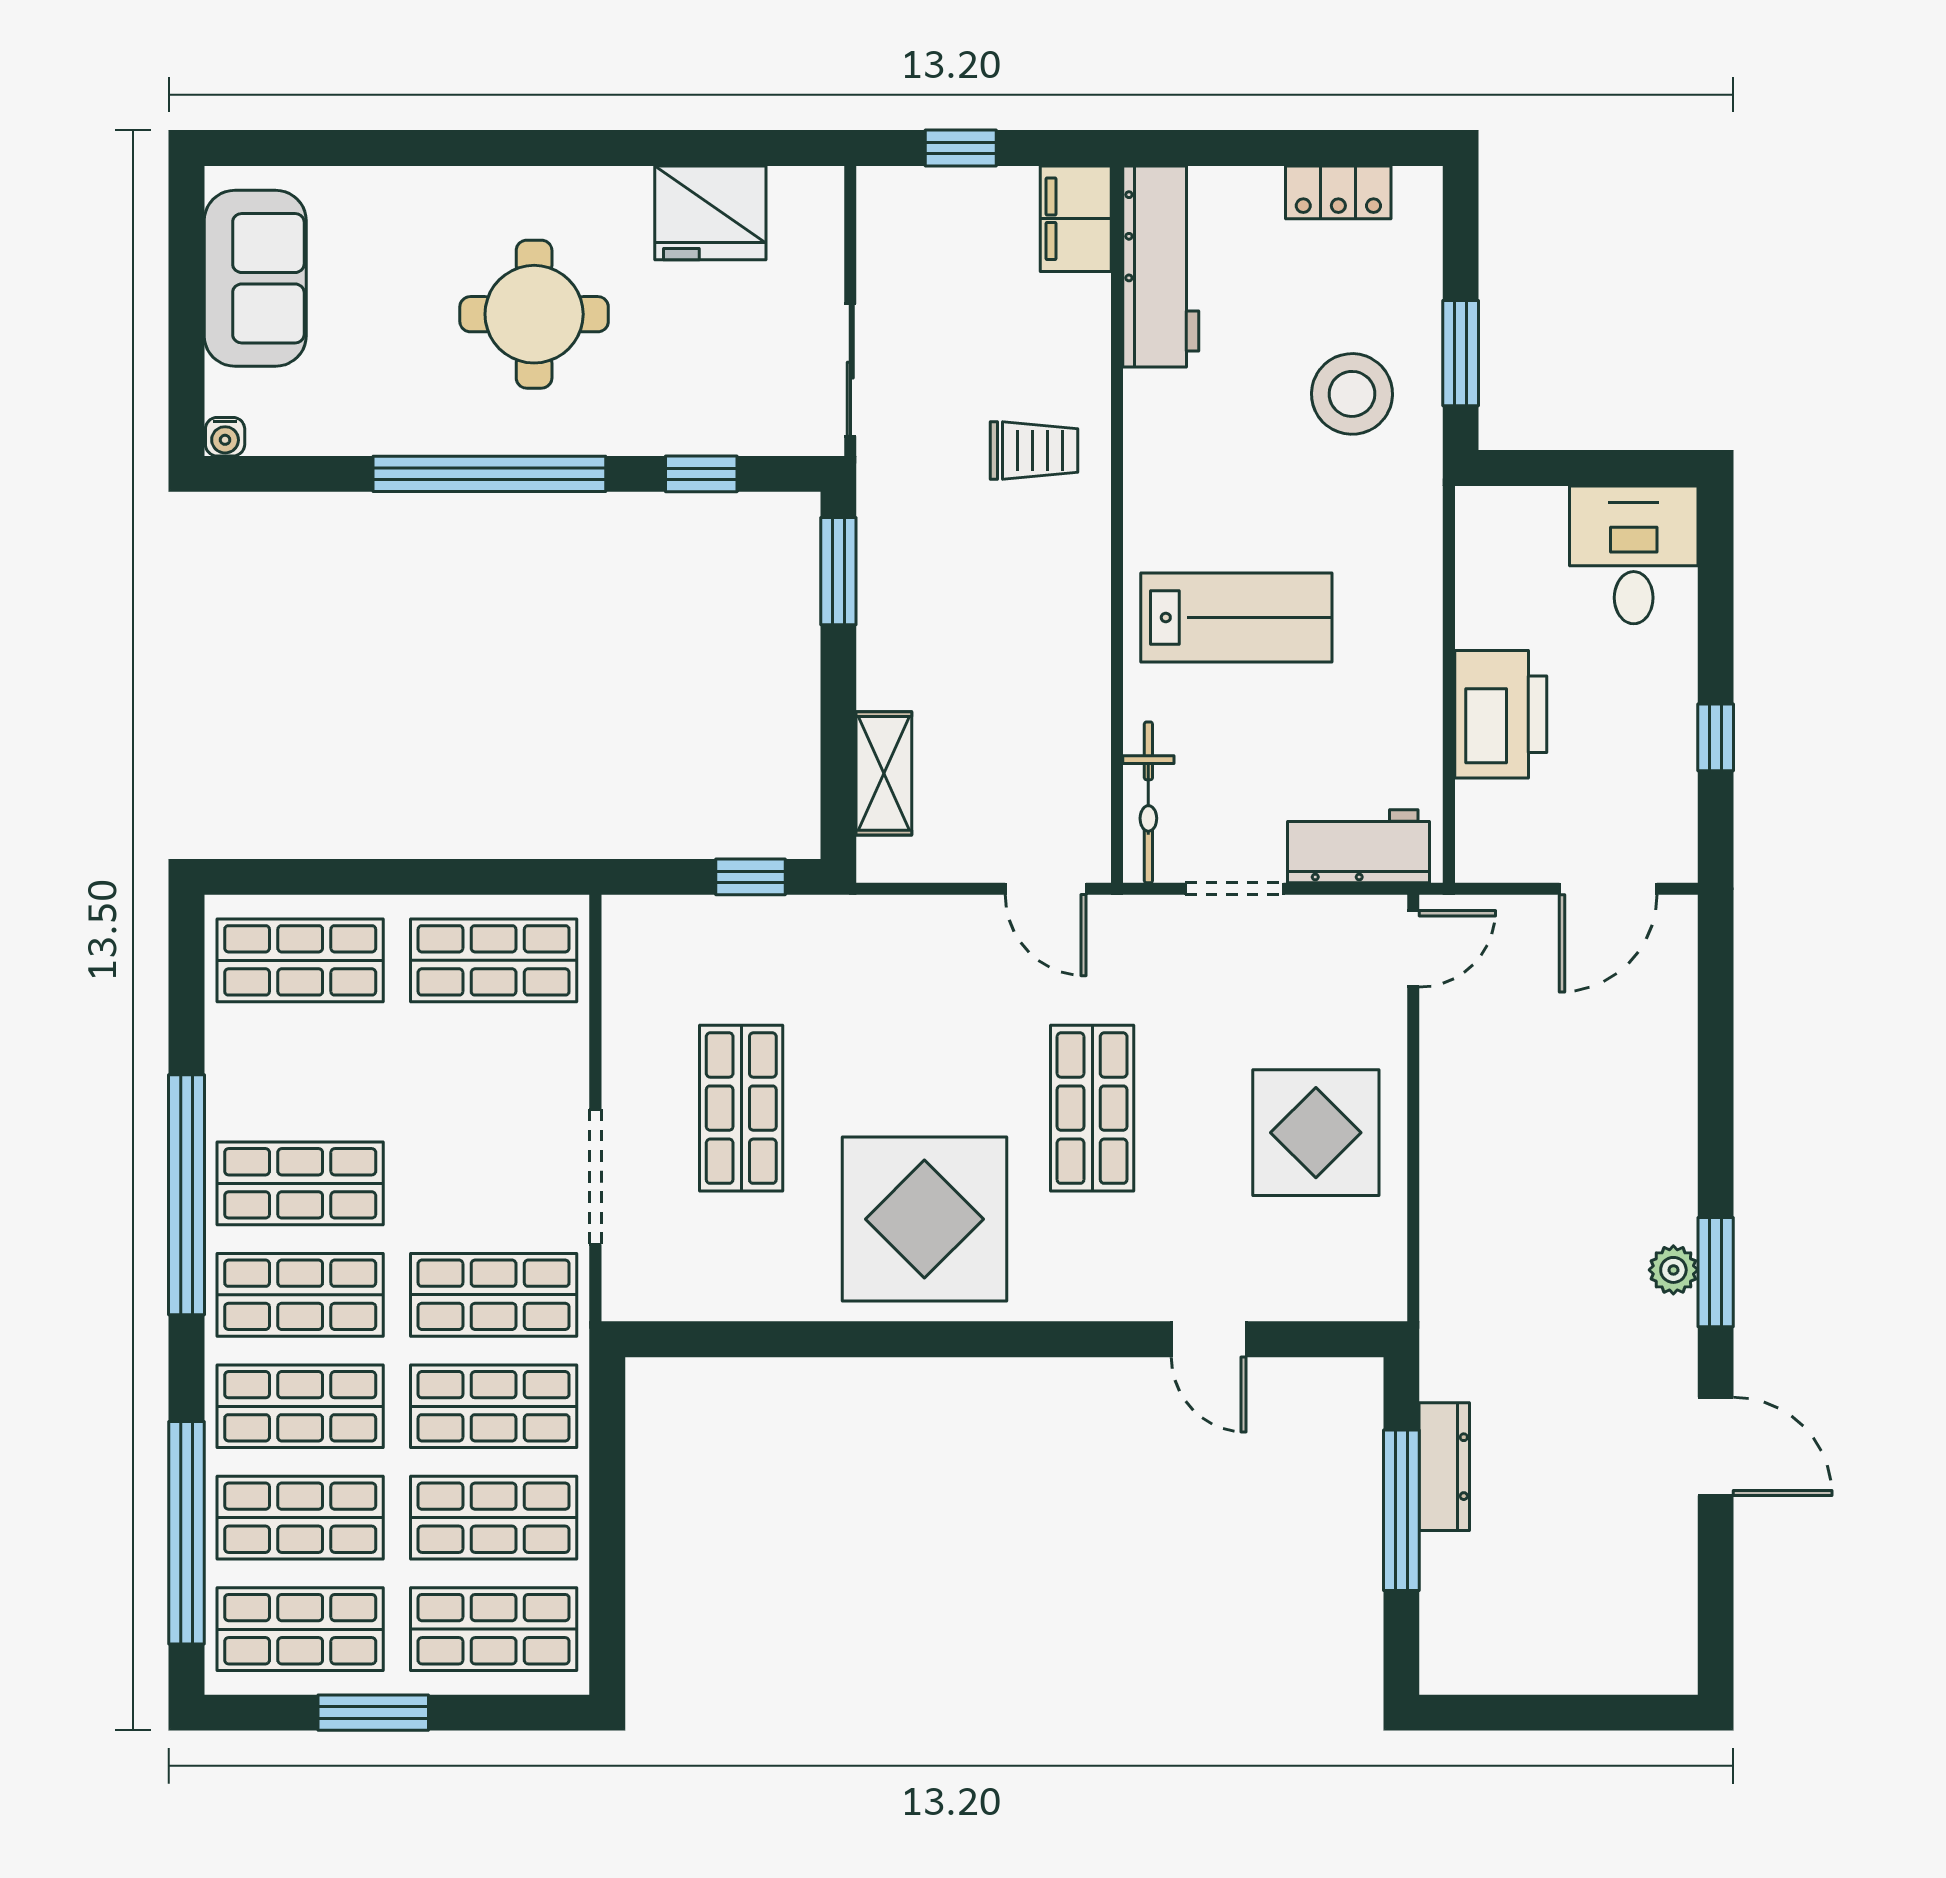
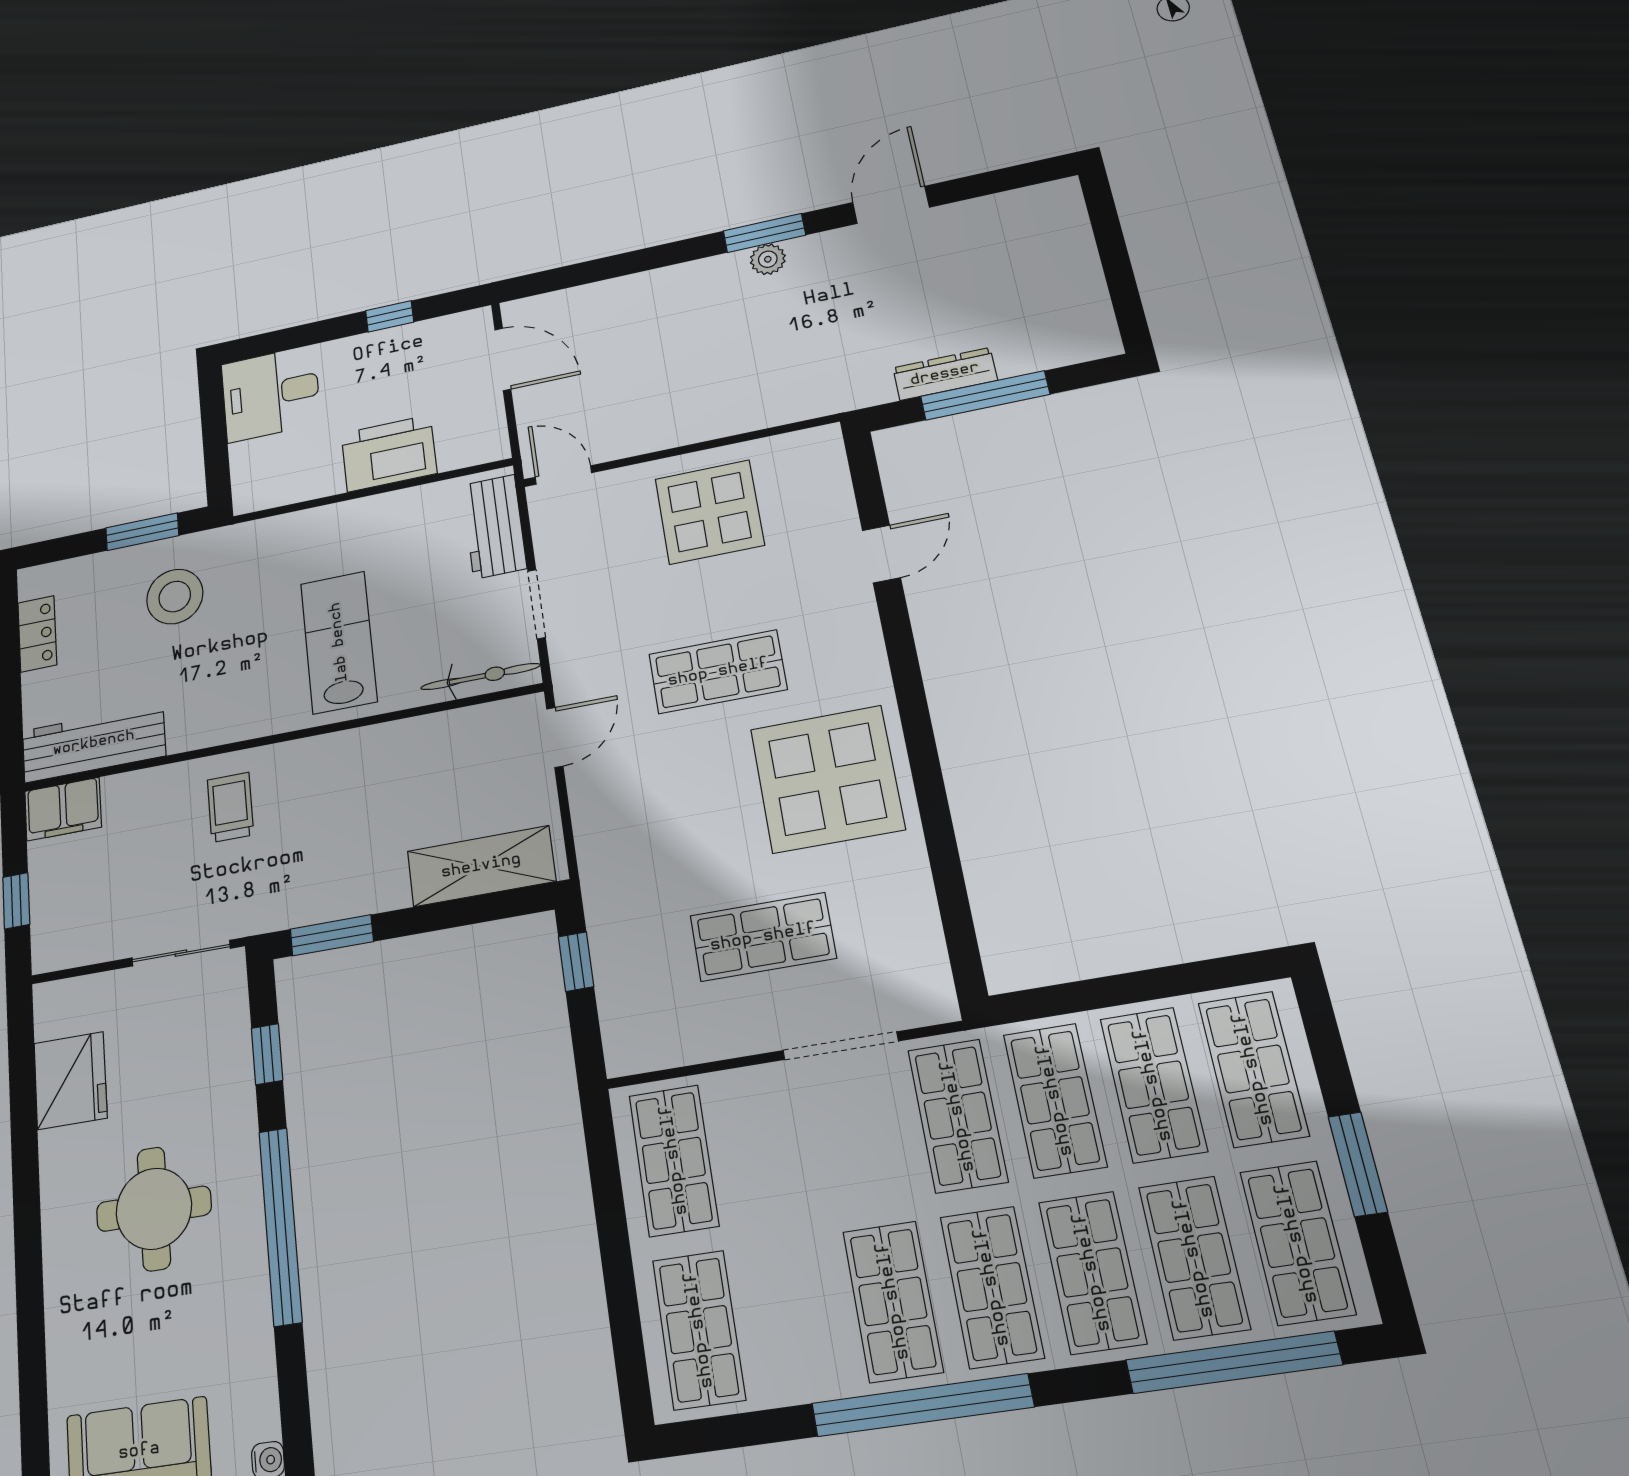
shelving: (884, 773) -> (481, 866), width x1.50, depth x1.33

